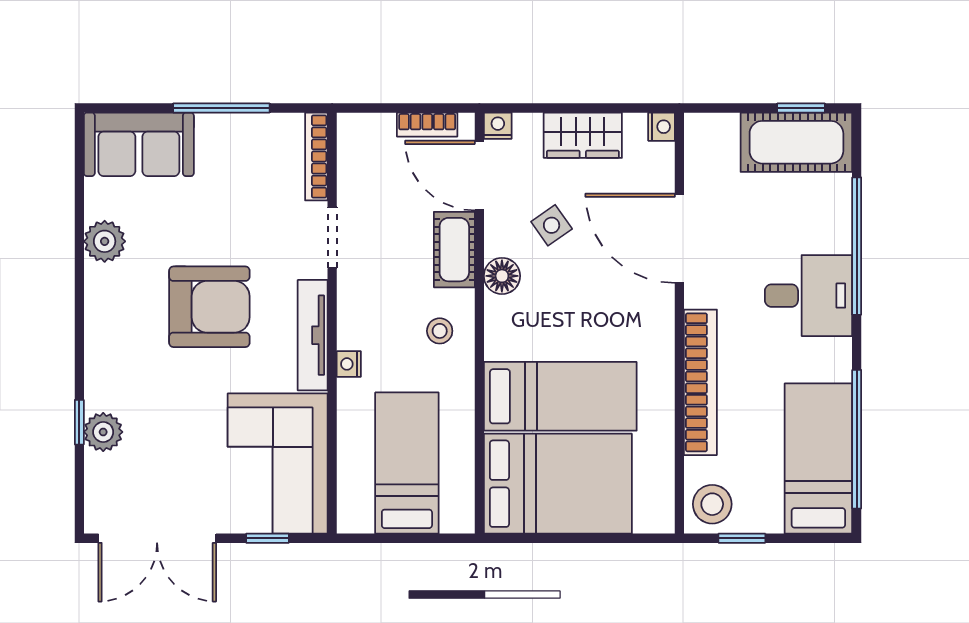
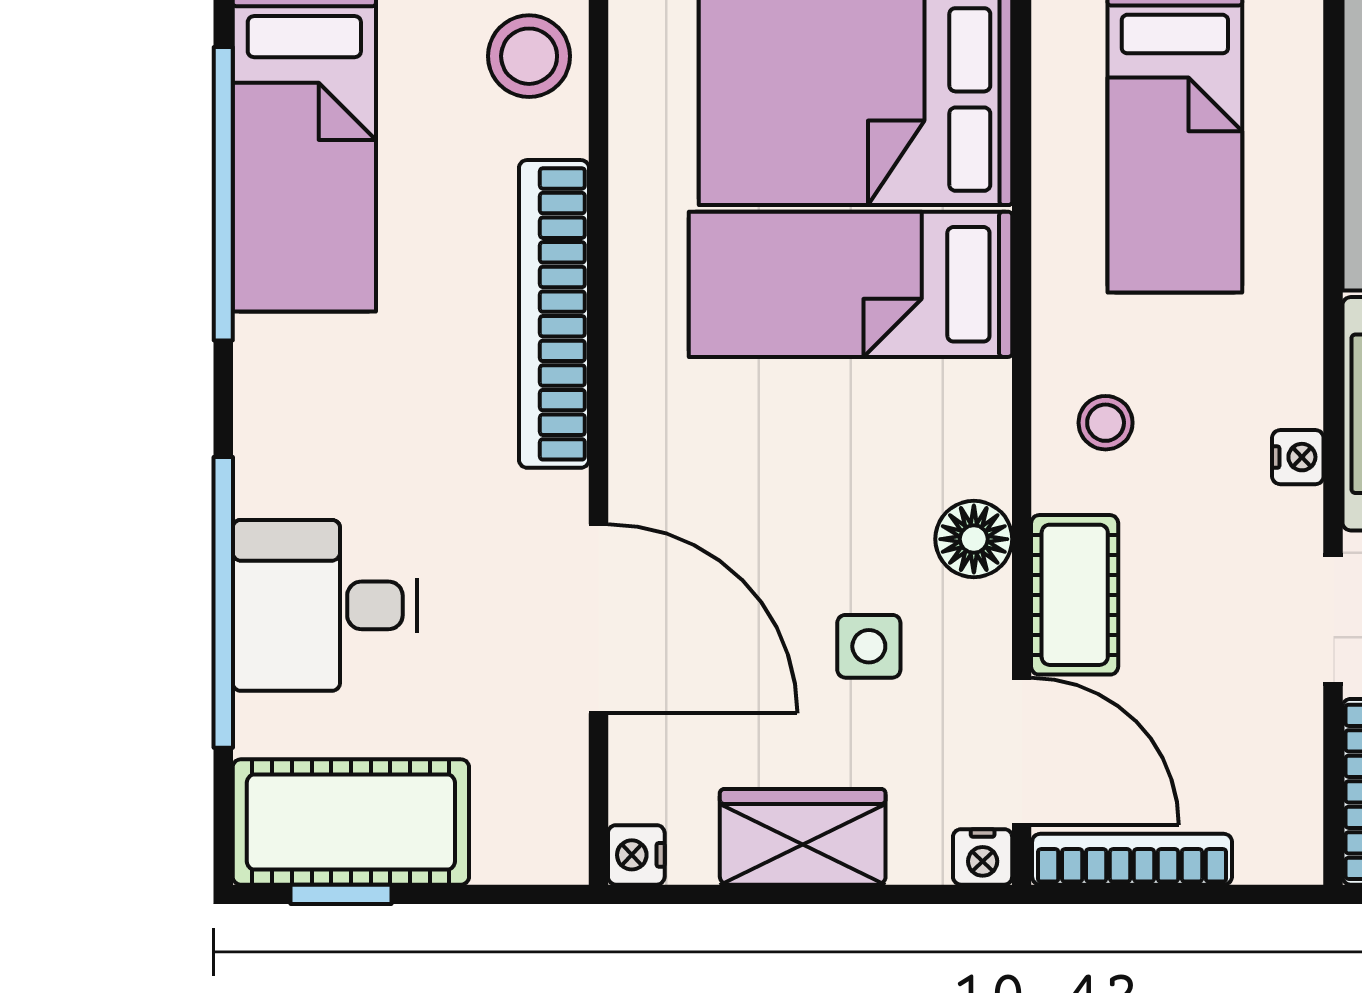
bookcase: (427, 125) -> (1132, 859), width x1.56
side table: (552, 225) -> (869, 646), turned 35
desk: (809, 296) -> (325, 605), moved
nightstand: (349, 364) -> (1298, 457), moved

